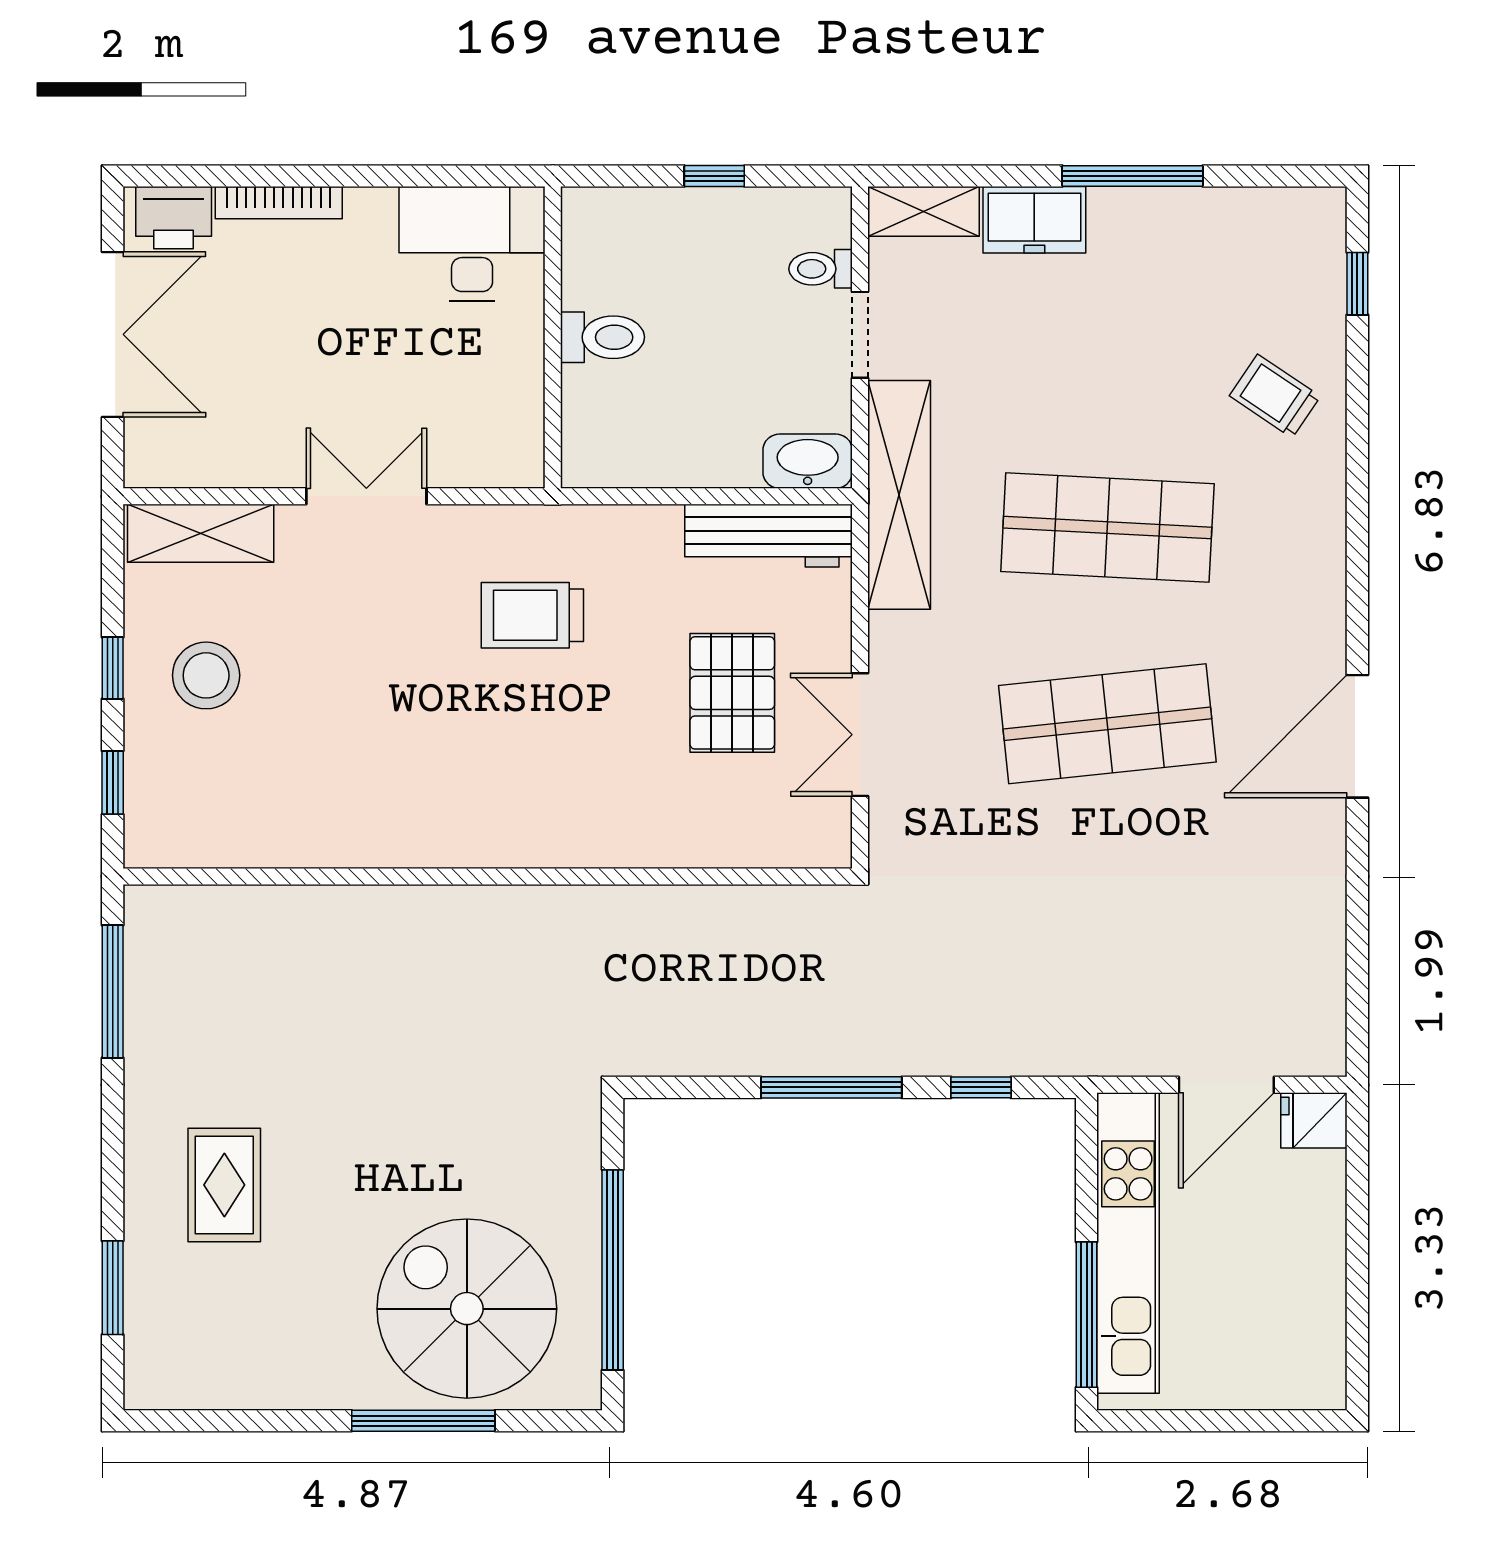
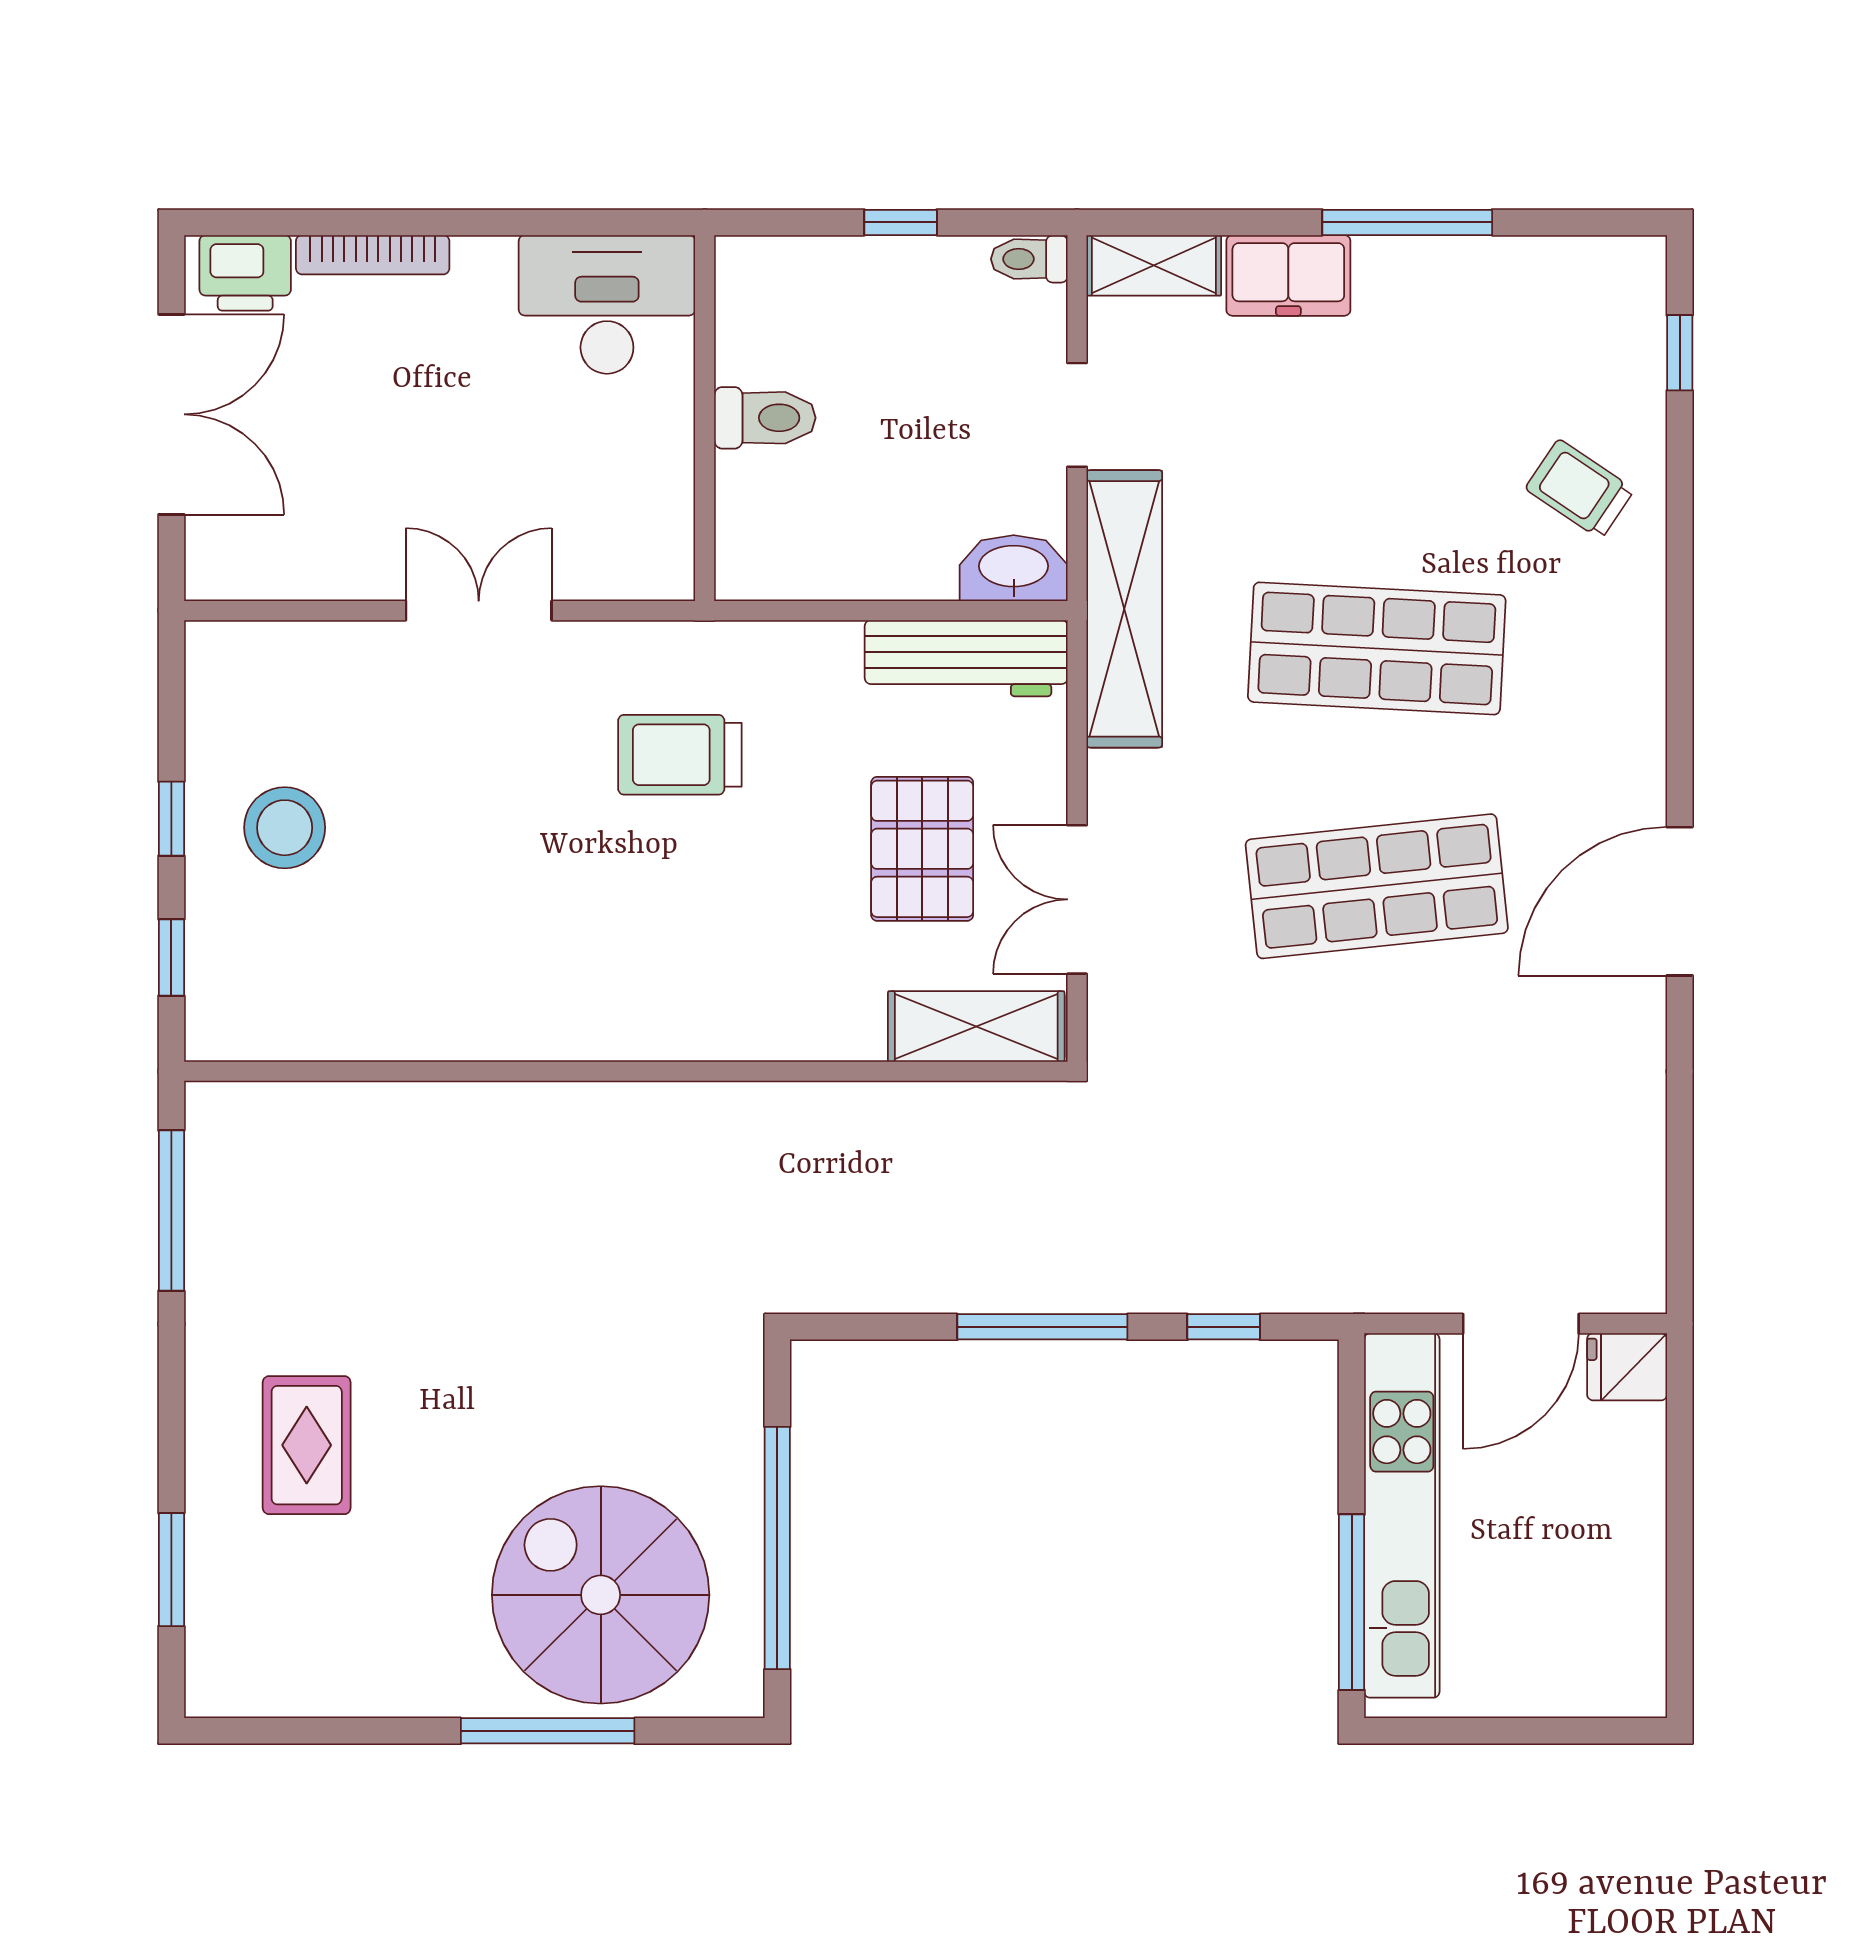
toilet: (821, 269) -> (1029, 259), moved
shelving: (201, 533) -> (976, 1026), moved

